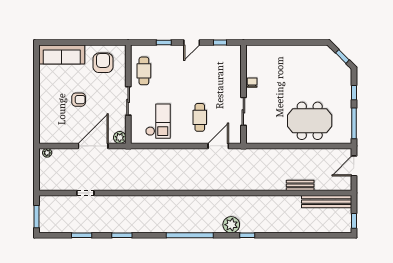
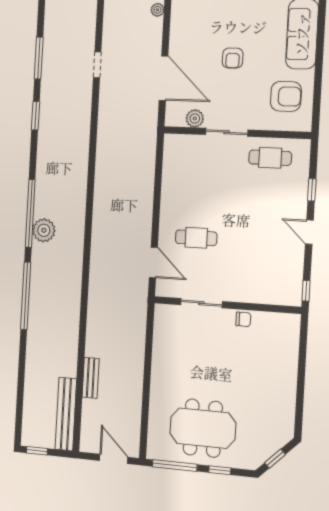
window: (220, 42) -> (306, 291), moved
checkout: (158, 121) -> (194, 175), removed
meeting table: (310, 121) -> (203, 428), moved, turned 90
plant: (120, 137) -> (195, 118), moved
plant: (231, 225) -> (44, 230), moved
window: (82, 235) -> (39, 58), width x1.44
window: (247, 235) -> (26, 296), width x3.17

